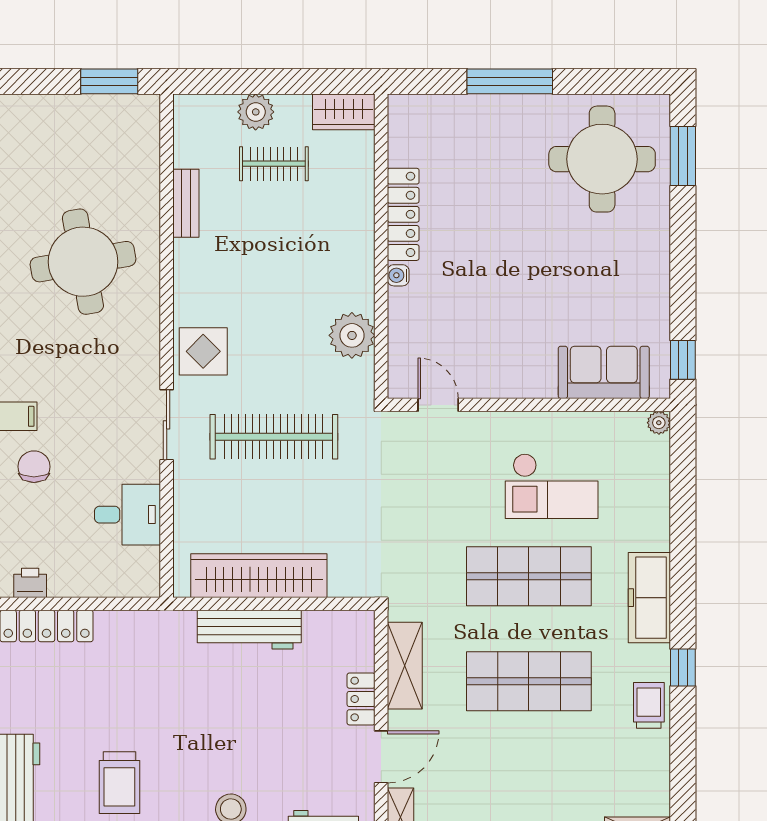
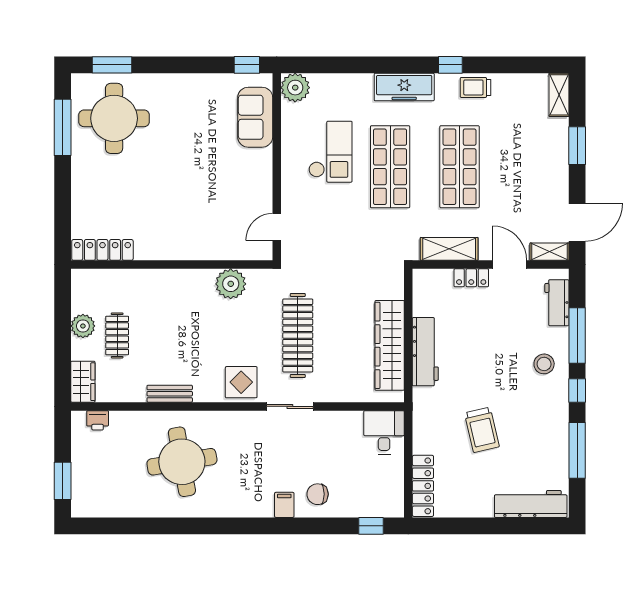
window: (109, 81) -> (63, 481), moved
window: (510, 81) -> (63, 127), moved
plant: (256, 112) -> (83, 326), moved
wardrobe: (344, 112) -> (83, 382), moved
bench: (186, 203) -> (170, 394), moved
locker: (403, 214) -> (102, 250), moved
water cooler: (398, 275) -> (191, 253), removed
plant: (659, 423) -> (295, 88), width x1.87, depth x1.87
desk: (127, 515) -> (384, 432), moved
printer: (30, 583) -> (98, 420), moved, turned -90
trolley: (119, 783) -> (482, 430), moved, turned 77

